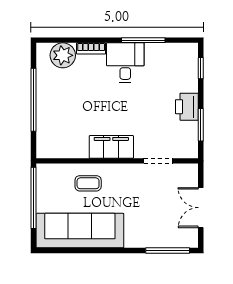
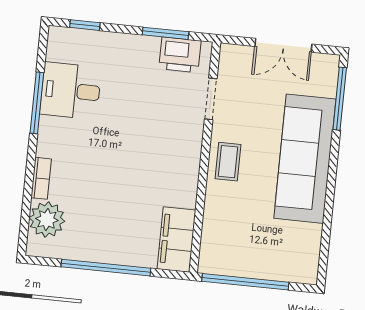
desk: (125, 63) -> (71, 91), moved
printer: (187, 107) -> (180, 55), moved
filing cabinet: (111, 147) -> (176, 239), moved
coffee table: (88, 183) -> (228, 162), moved
sofa: (80, 231) -> (305, 159), moved

